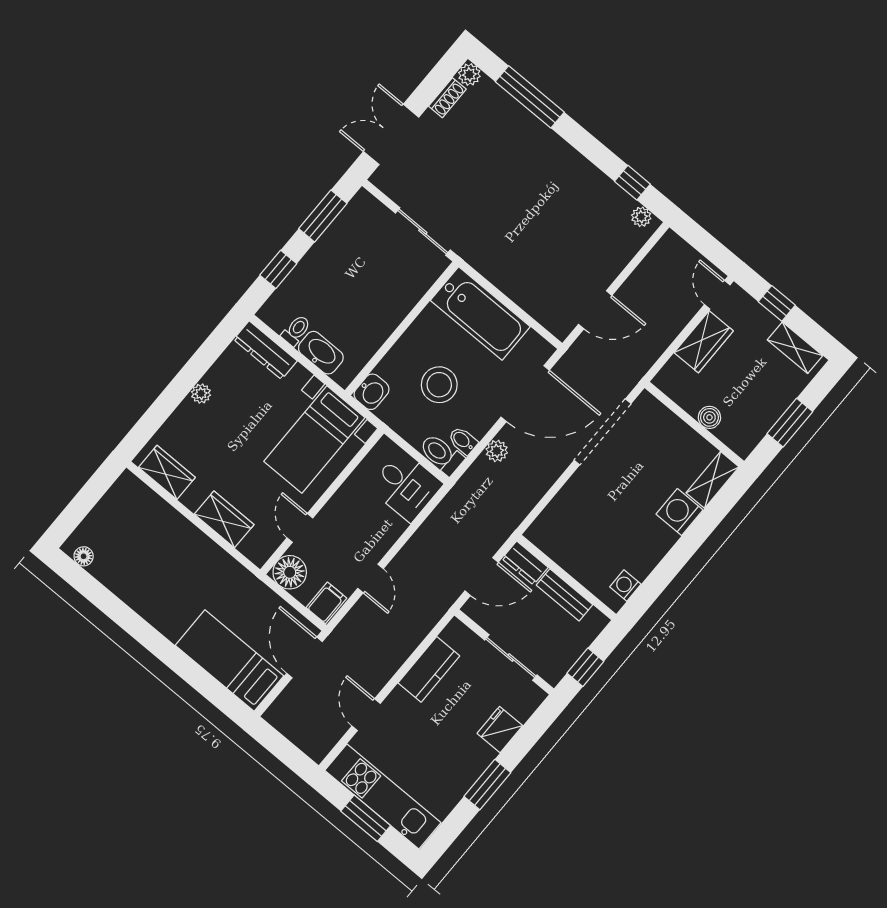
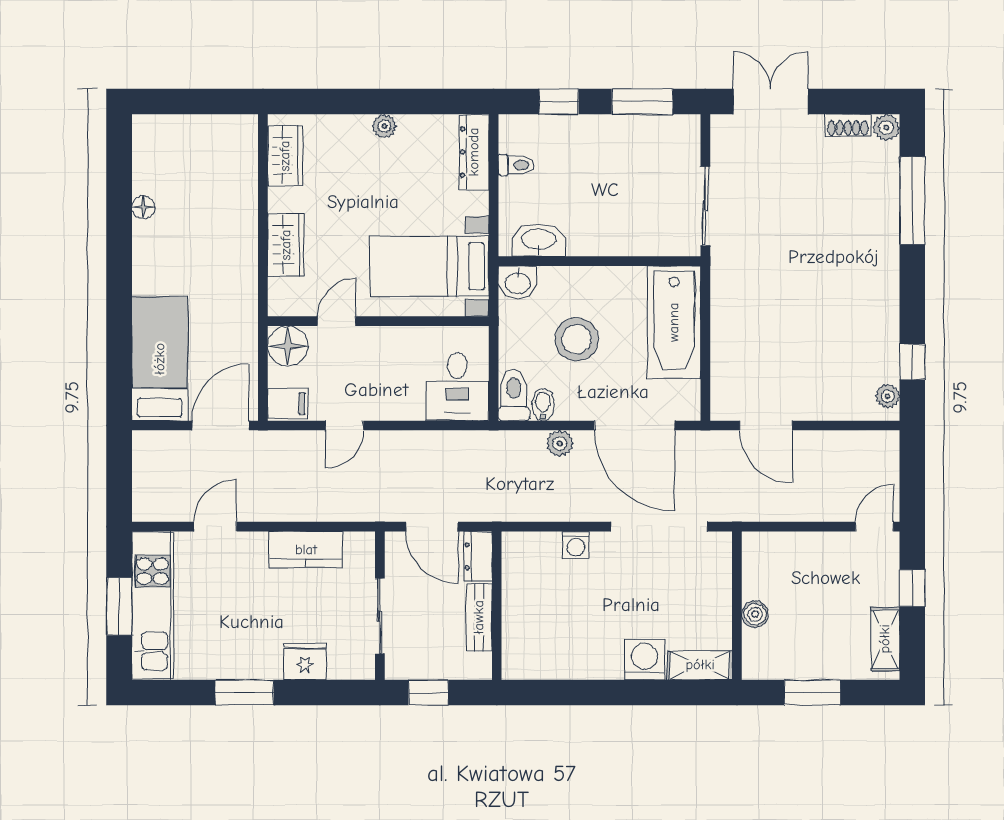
wardrobe: (704, 342) -> (820, 550), removed
washbasin: (321, 353) -> (539, 240), moved, turned -90
floor lamp: (84, 556) -> (143, 207), moved
washing machine: (625, 586) -> (576, 545), moved, turned 180

